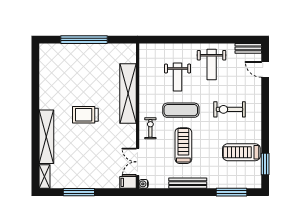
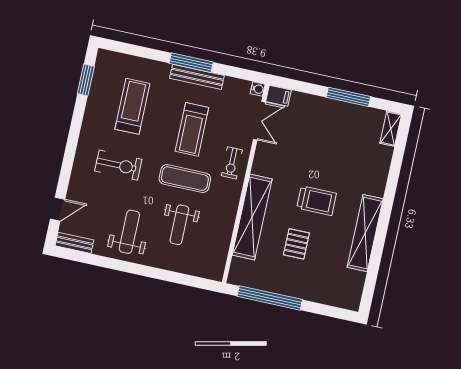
window: (84, 40) -> (270, 298), moved
door: (265, 69) -> (58, 209), hinge flipped
weight bench: (178, 77) -> (179, 225), turned 180
pallet: (93, 81) -> (296, 244), added
shelving: (46, 137) -> (365, 233), moved
treadmill: (241, 152) -> (132, 106), moved, turned -90
window: (232, 192) -> (191, 63), moved

